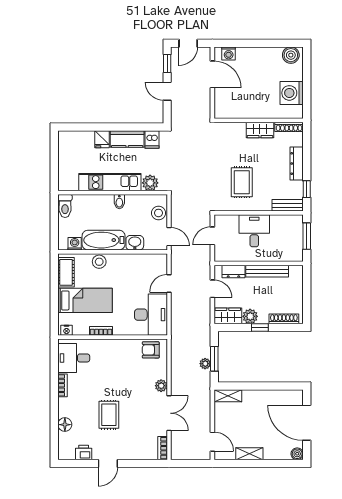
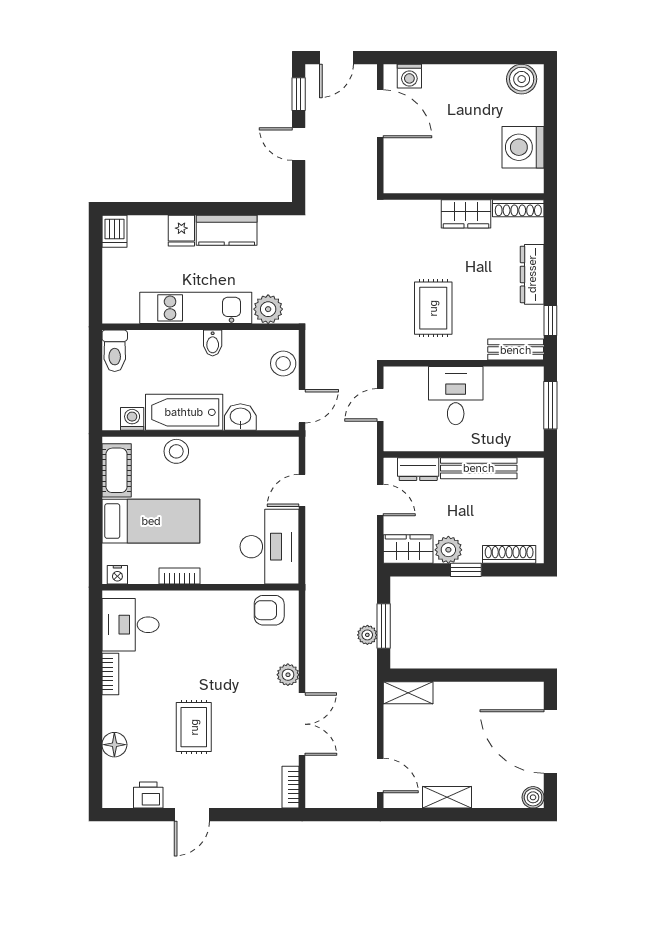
dishwasher: (152, 140) -> (114, 231), moved
door: (169, 237) -> (302, 406), hinge flipped

